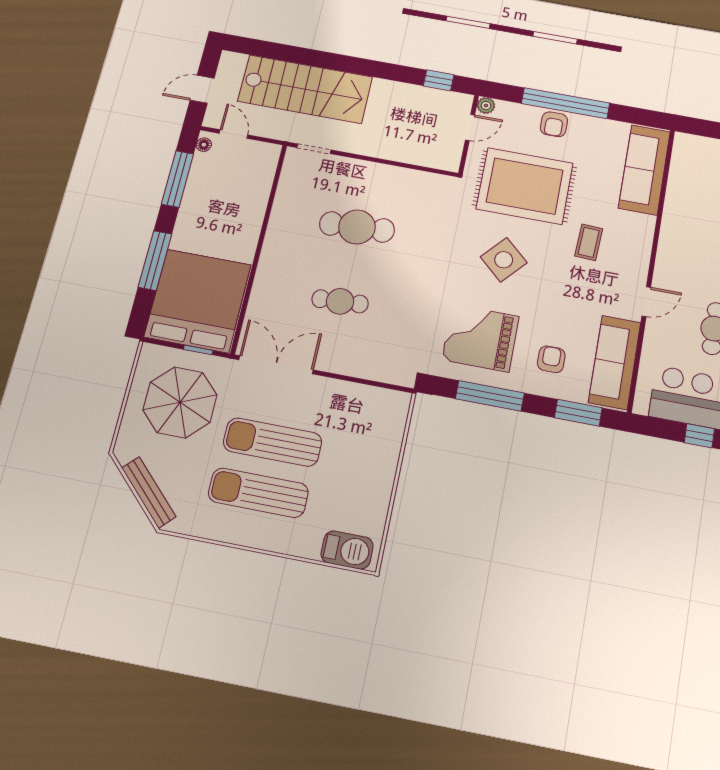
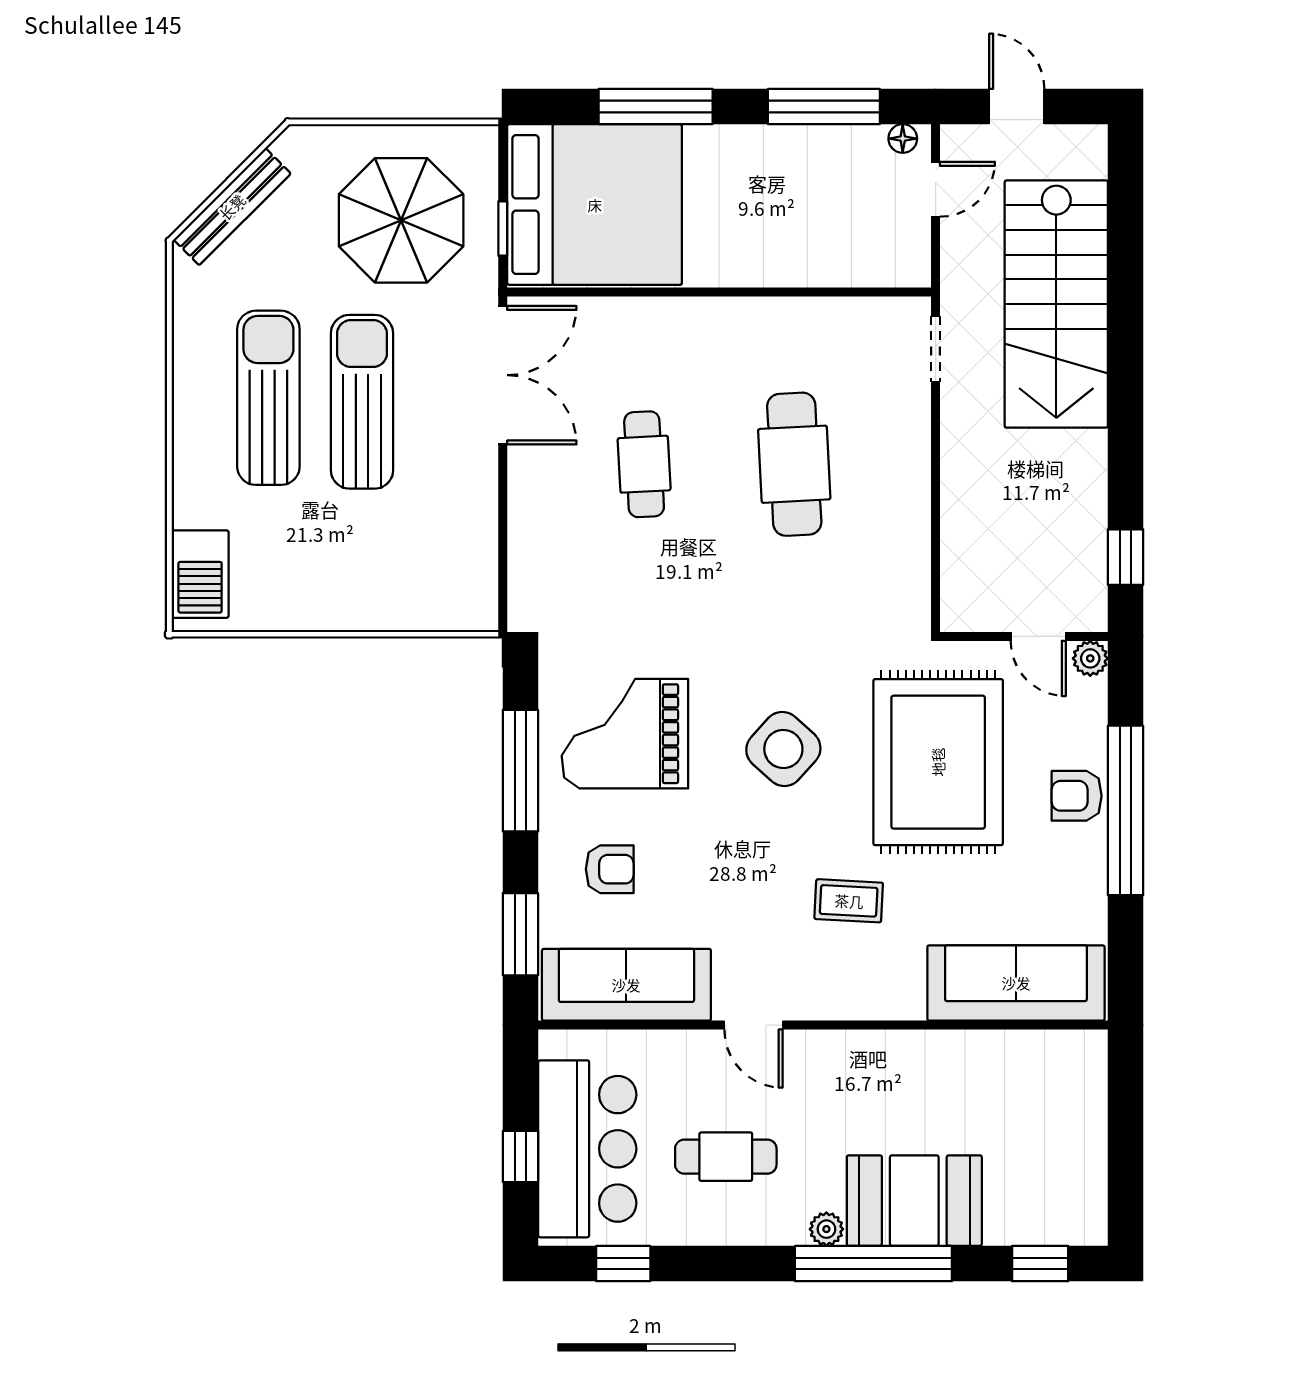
grand piano: (480, 338) -> (625, 734), turned -90

